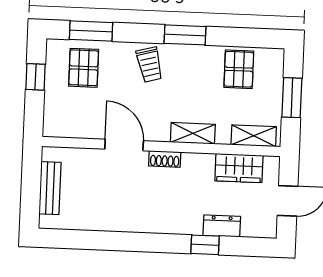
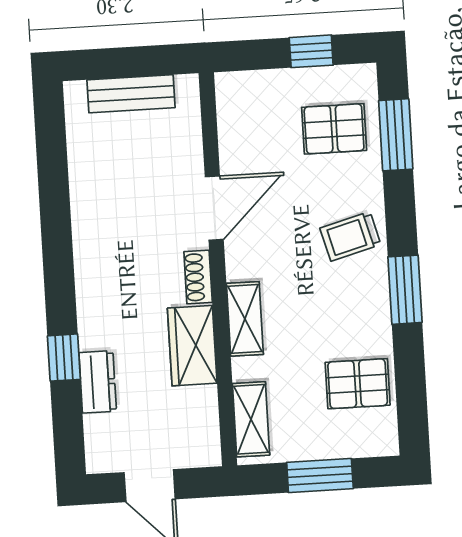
wardrobe: (239, 168) -> (192, 346), moved

